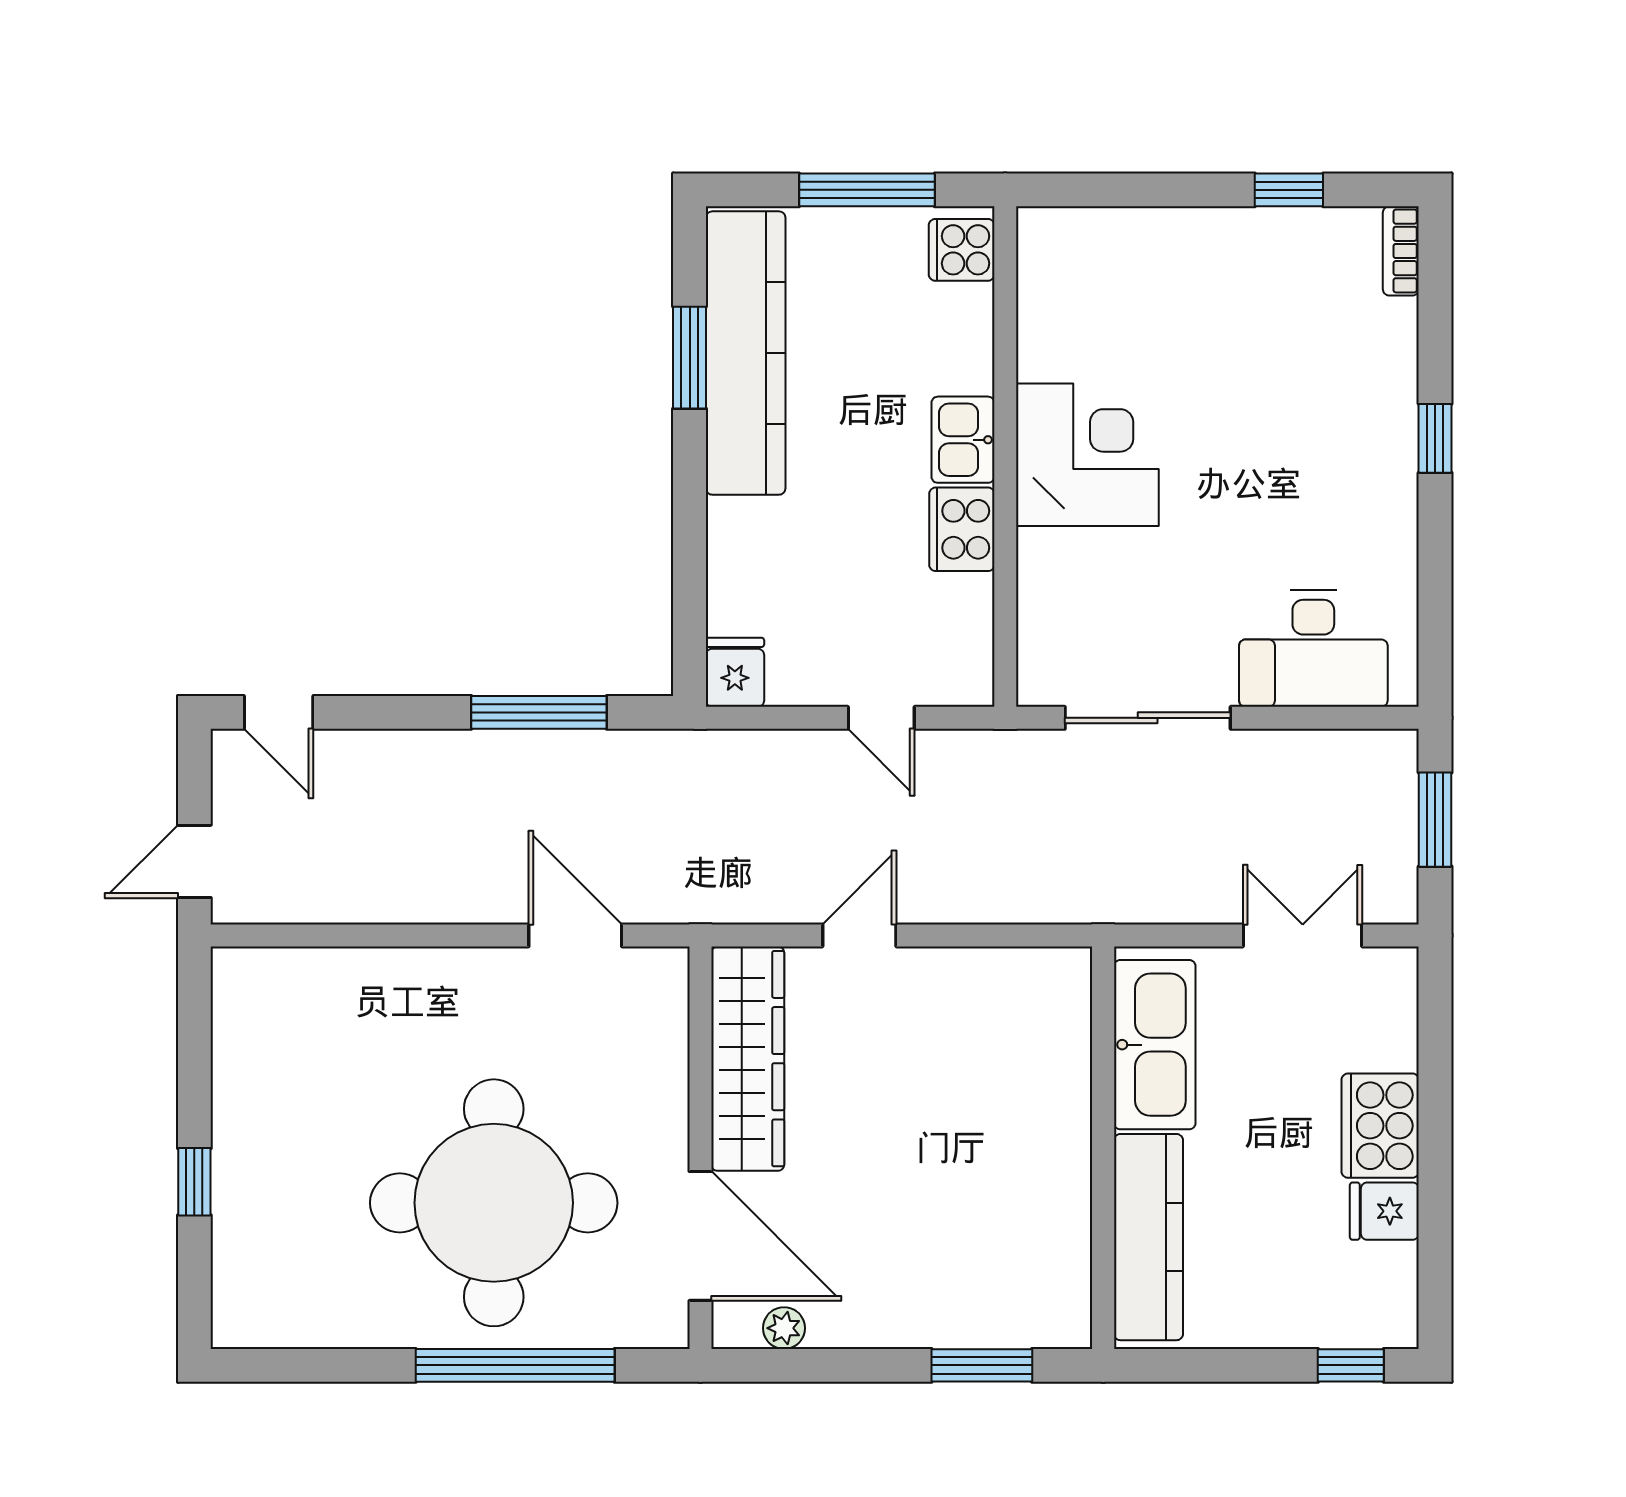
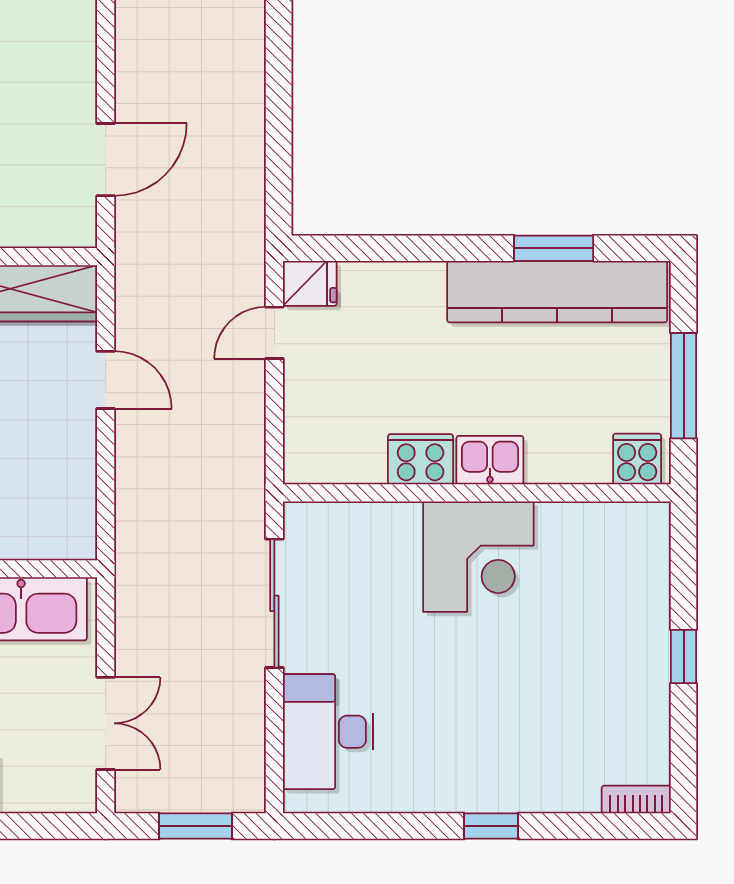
window: (1289, 190) -> (684, 656), moved
window: (539, 712) -> (279, 131), removed
door: (881, 718) -> (274, 333), moved

